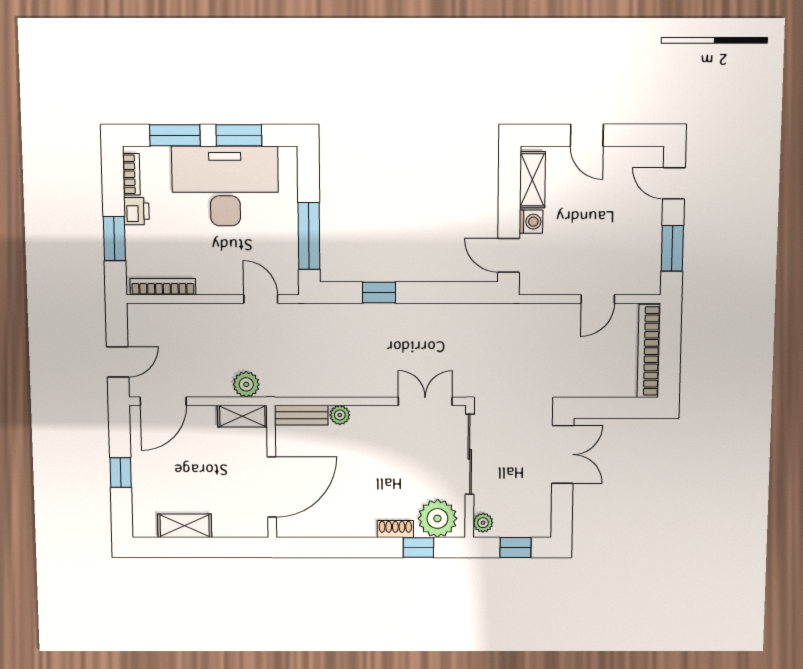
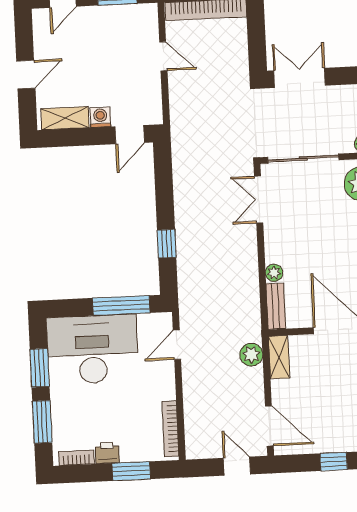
desk: (225, 186) -> (93, 349), moved, turned 90

